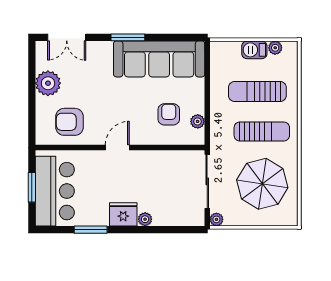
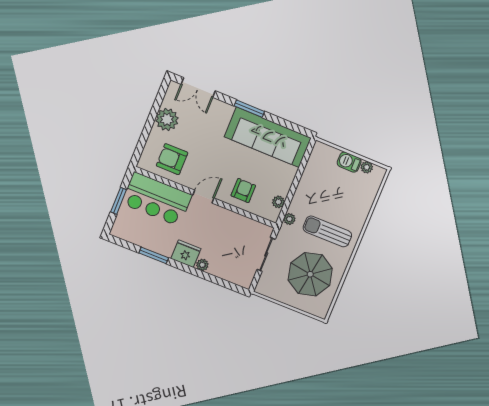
sun lounger: (257, 92) -> (337, 197), removed
armchair: (169, 114) -> (243, 191), moved
sun lounger: (262, 131) -> (327, 231), turned 180
sliding door: (207, 181) -> (266, 254), width x0.73
bar counter: (55, 191) -> (157, 199), moved, turned 90
plant: (216, 219) -> (289, 219), moved

